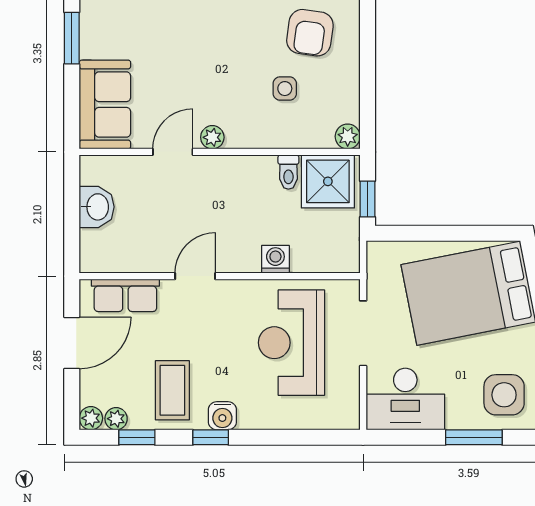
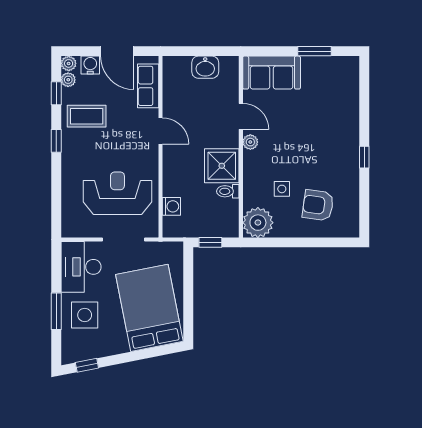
plant: (348, 136) -> (258, 223), width x1.87, depth x1.87
shower: (328, 181) -> (222, 166), moved
washing machine: (275, 259) -> (171, 206), moved
side table: (504, 395) -> (85, 315), moved
water cooler: (222, 416) -> (90, 65), moved, turned 90

